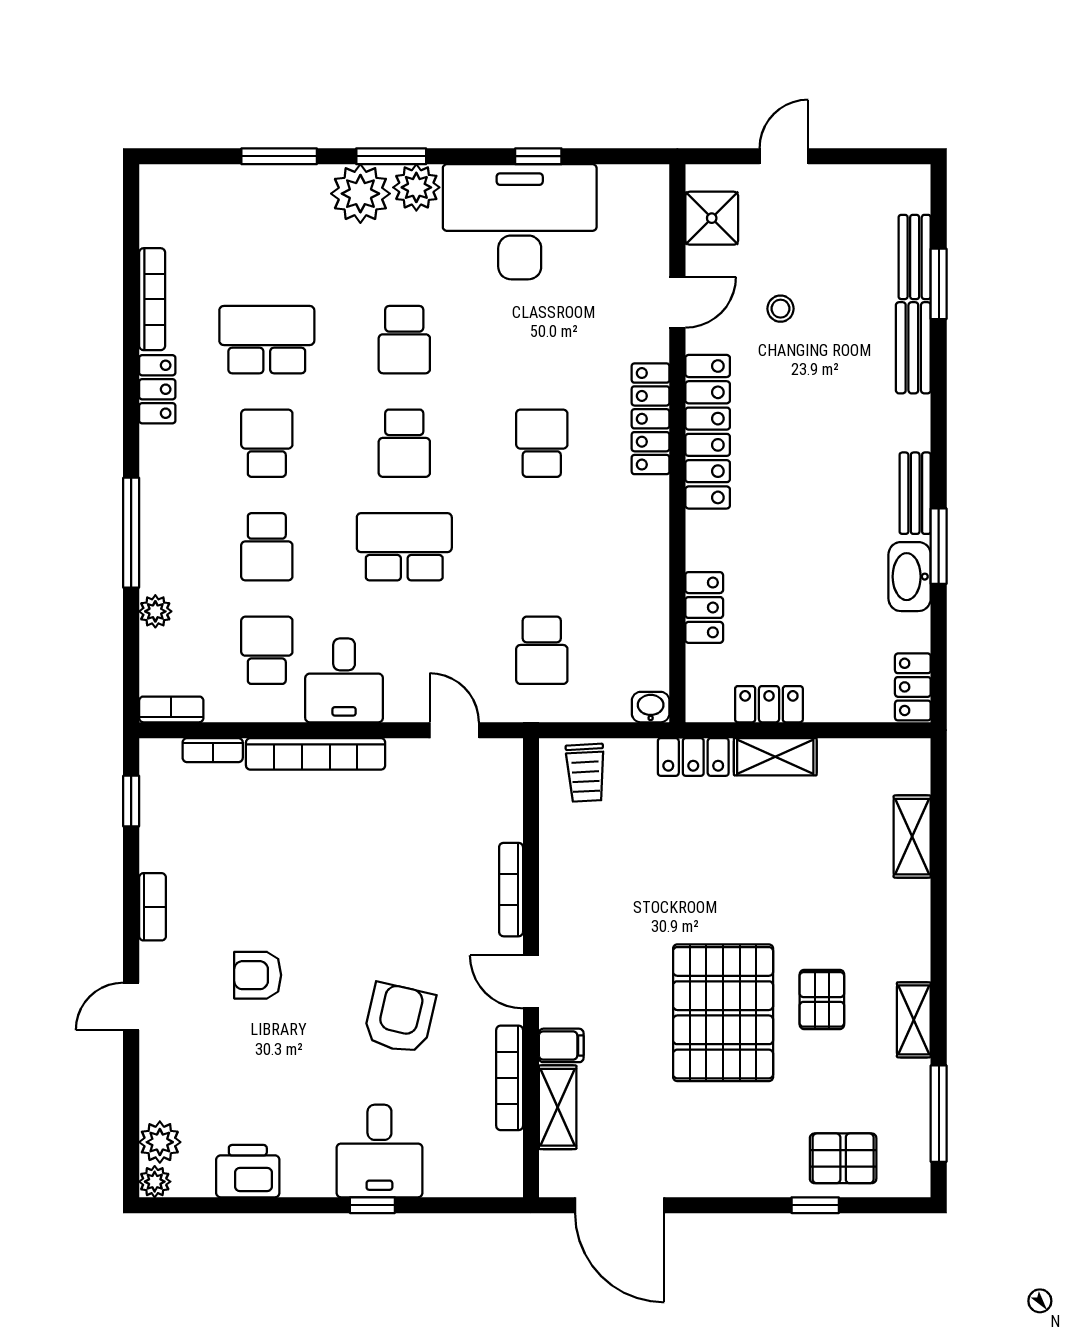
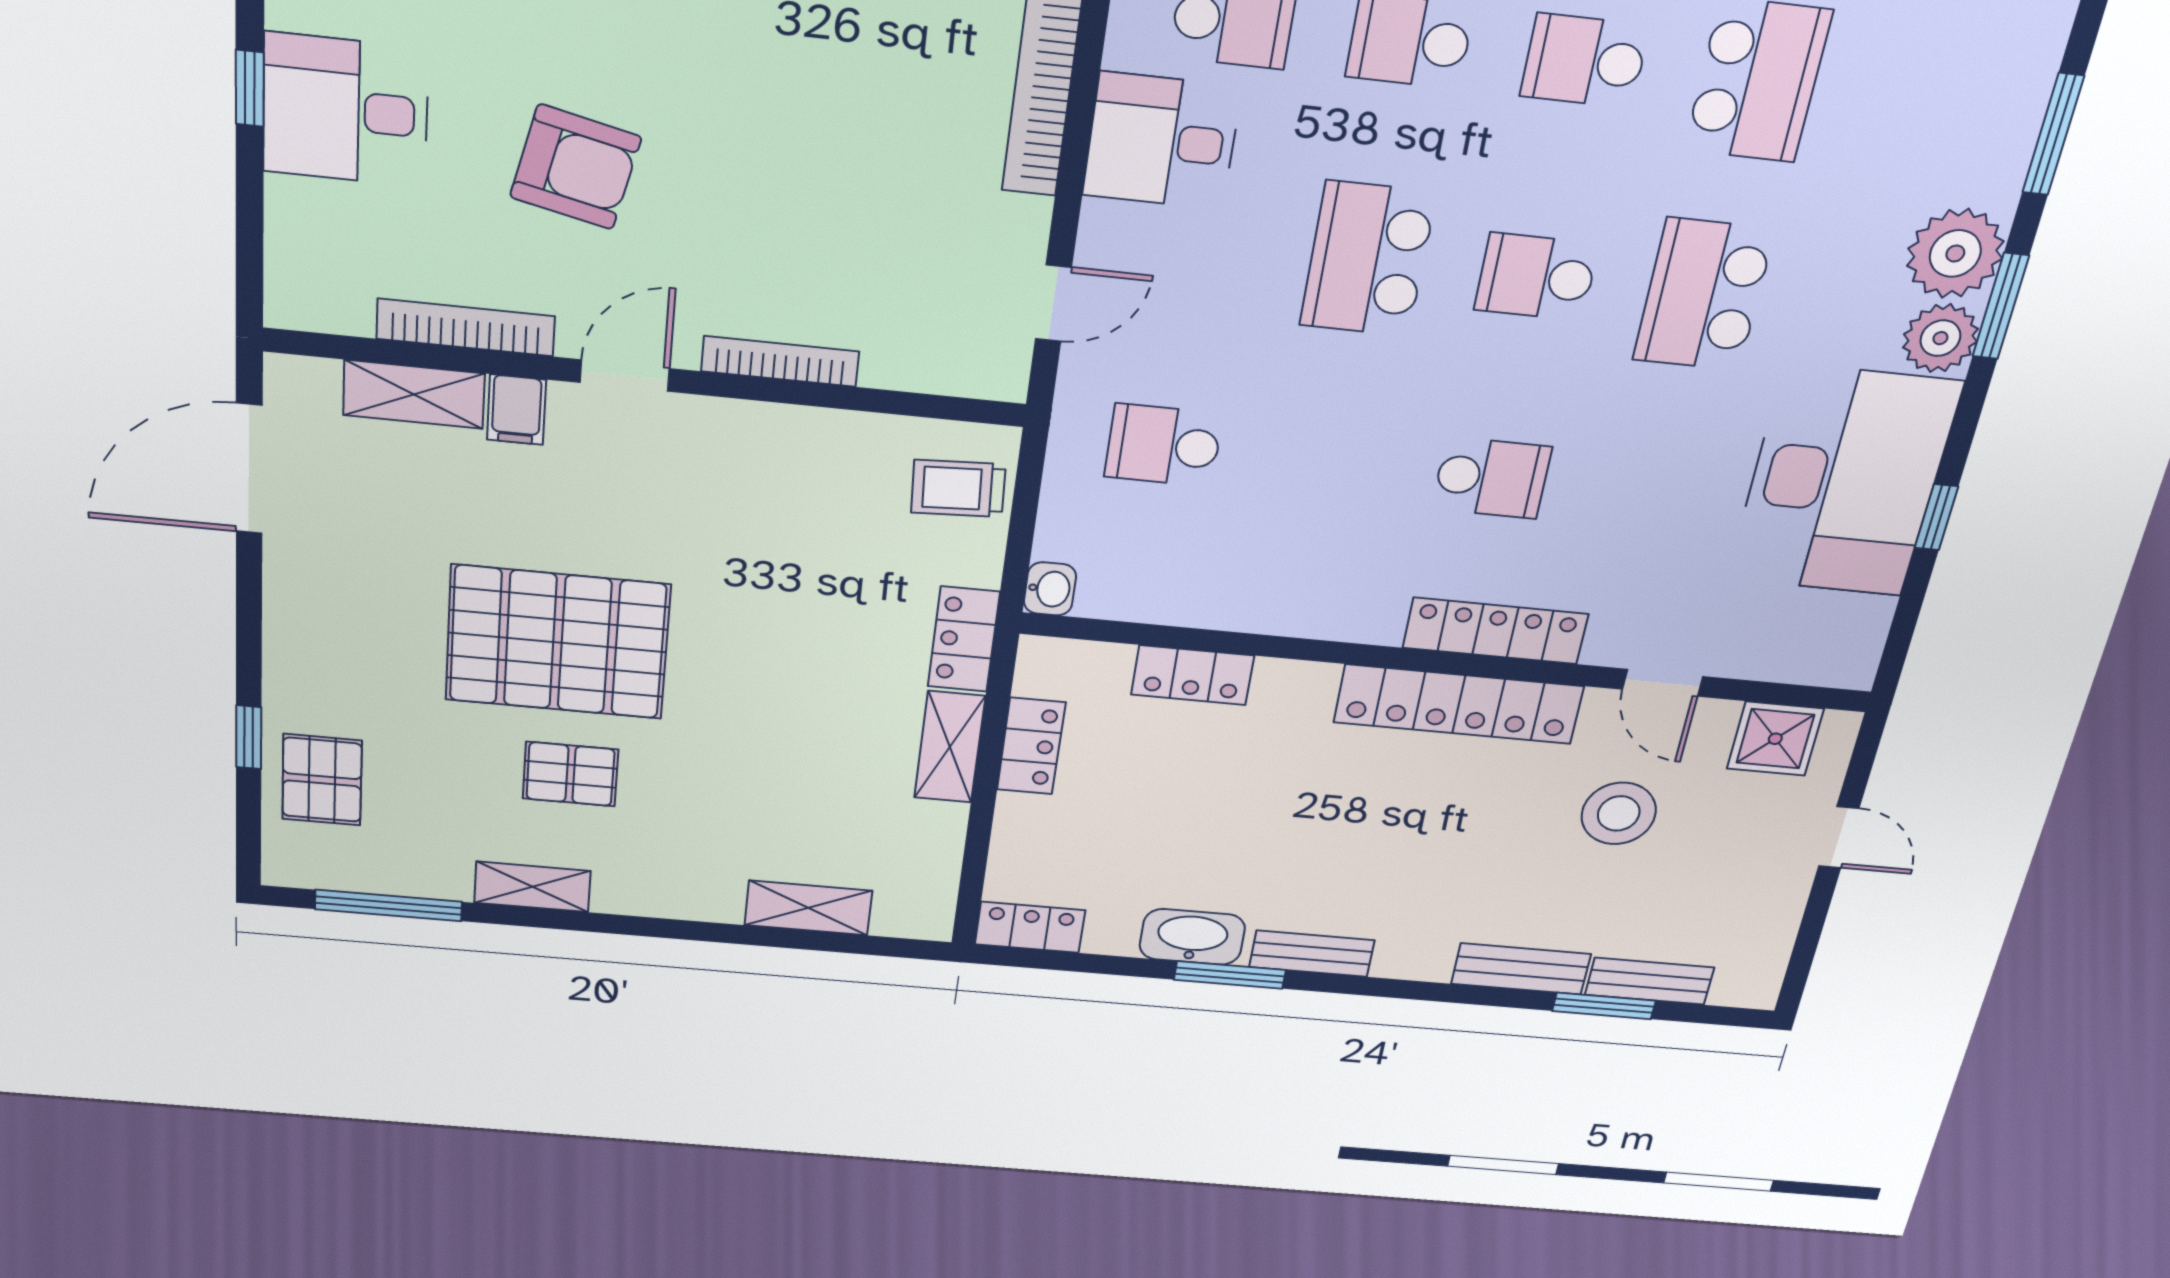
stool: (781, 309) -> (1619, 813), width x1.89, depth x1.89
school desk: (404, 340) -> (1704, 295), width x1.85
school desk: (267, 443) -> (1585, 61), turned 180
school desk: (404, 547) -> (1368, 259), turned 180

